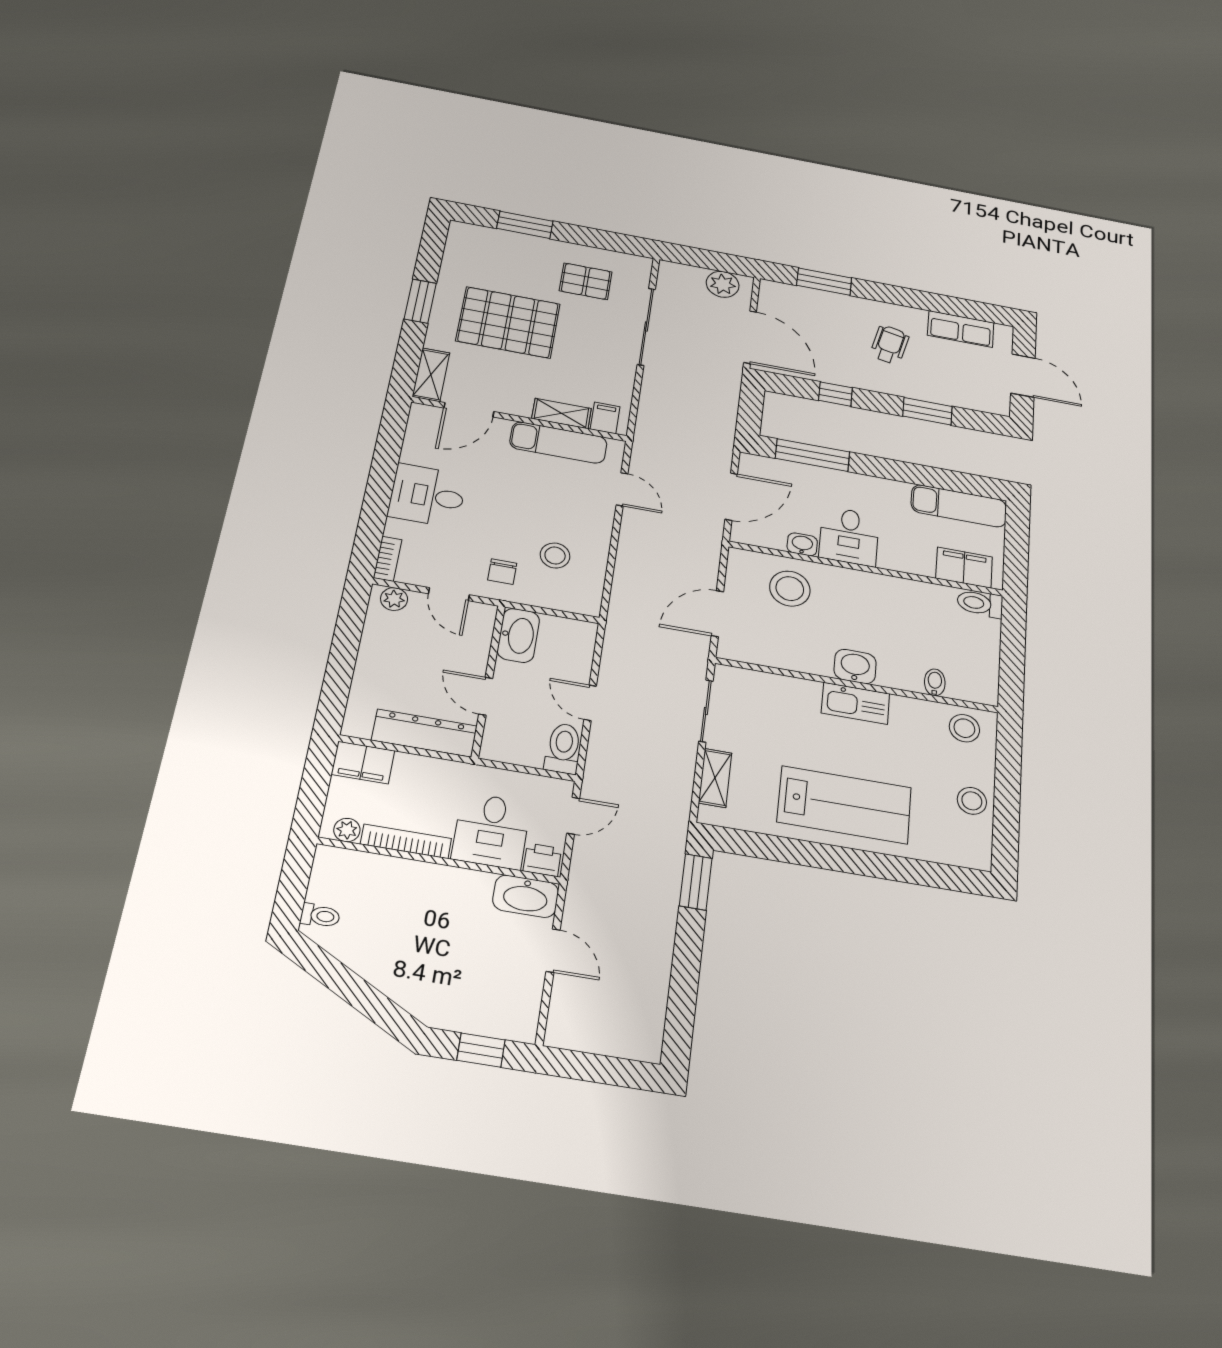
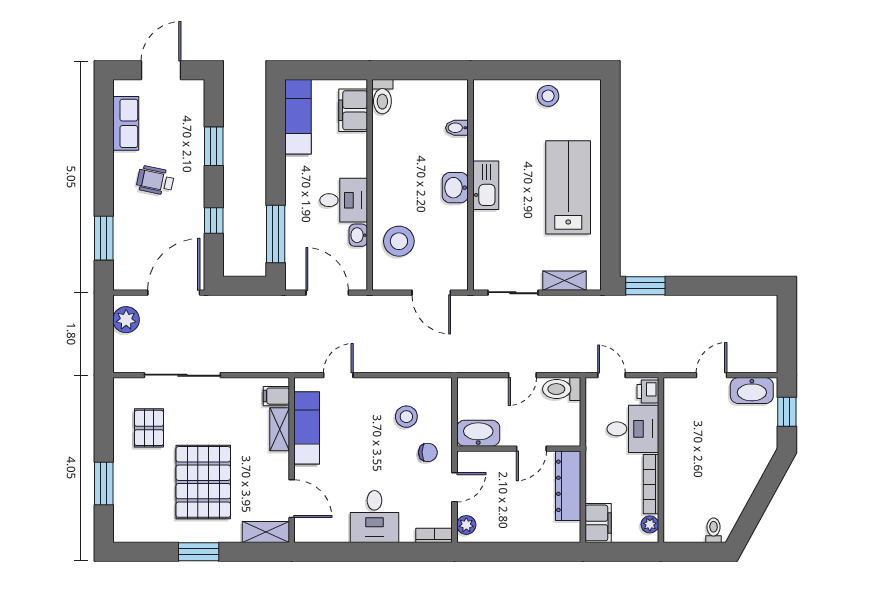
stool: (964, 728) -> (491, 104), removed
washbasin: (526, 896) -> (752, 391), moved, turned 90

